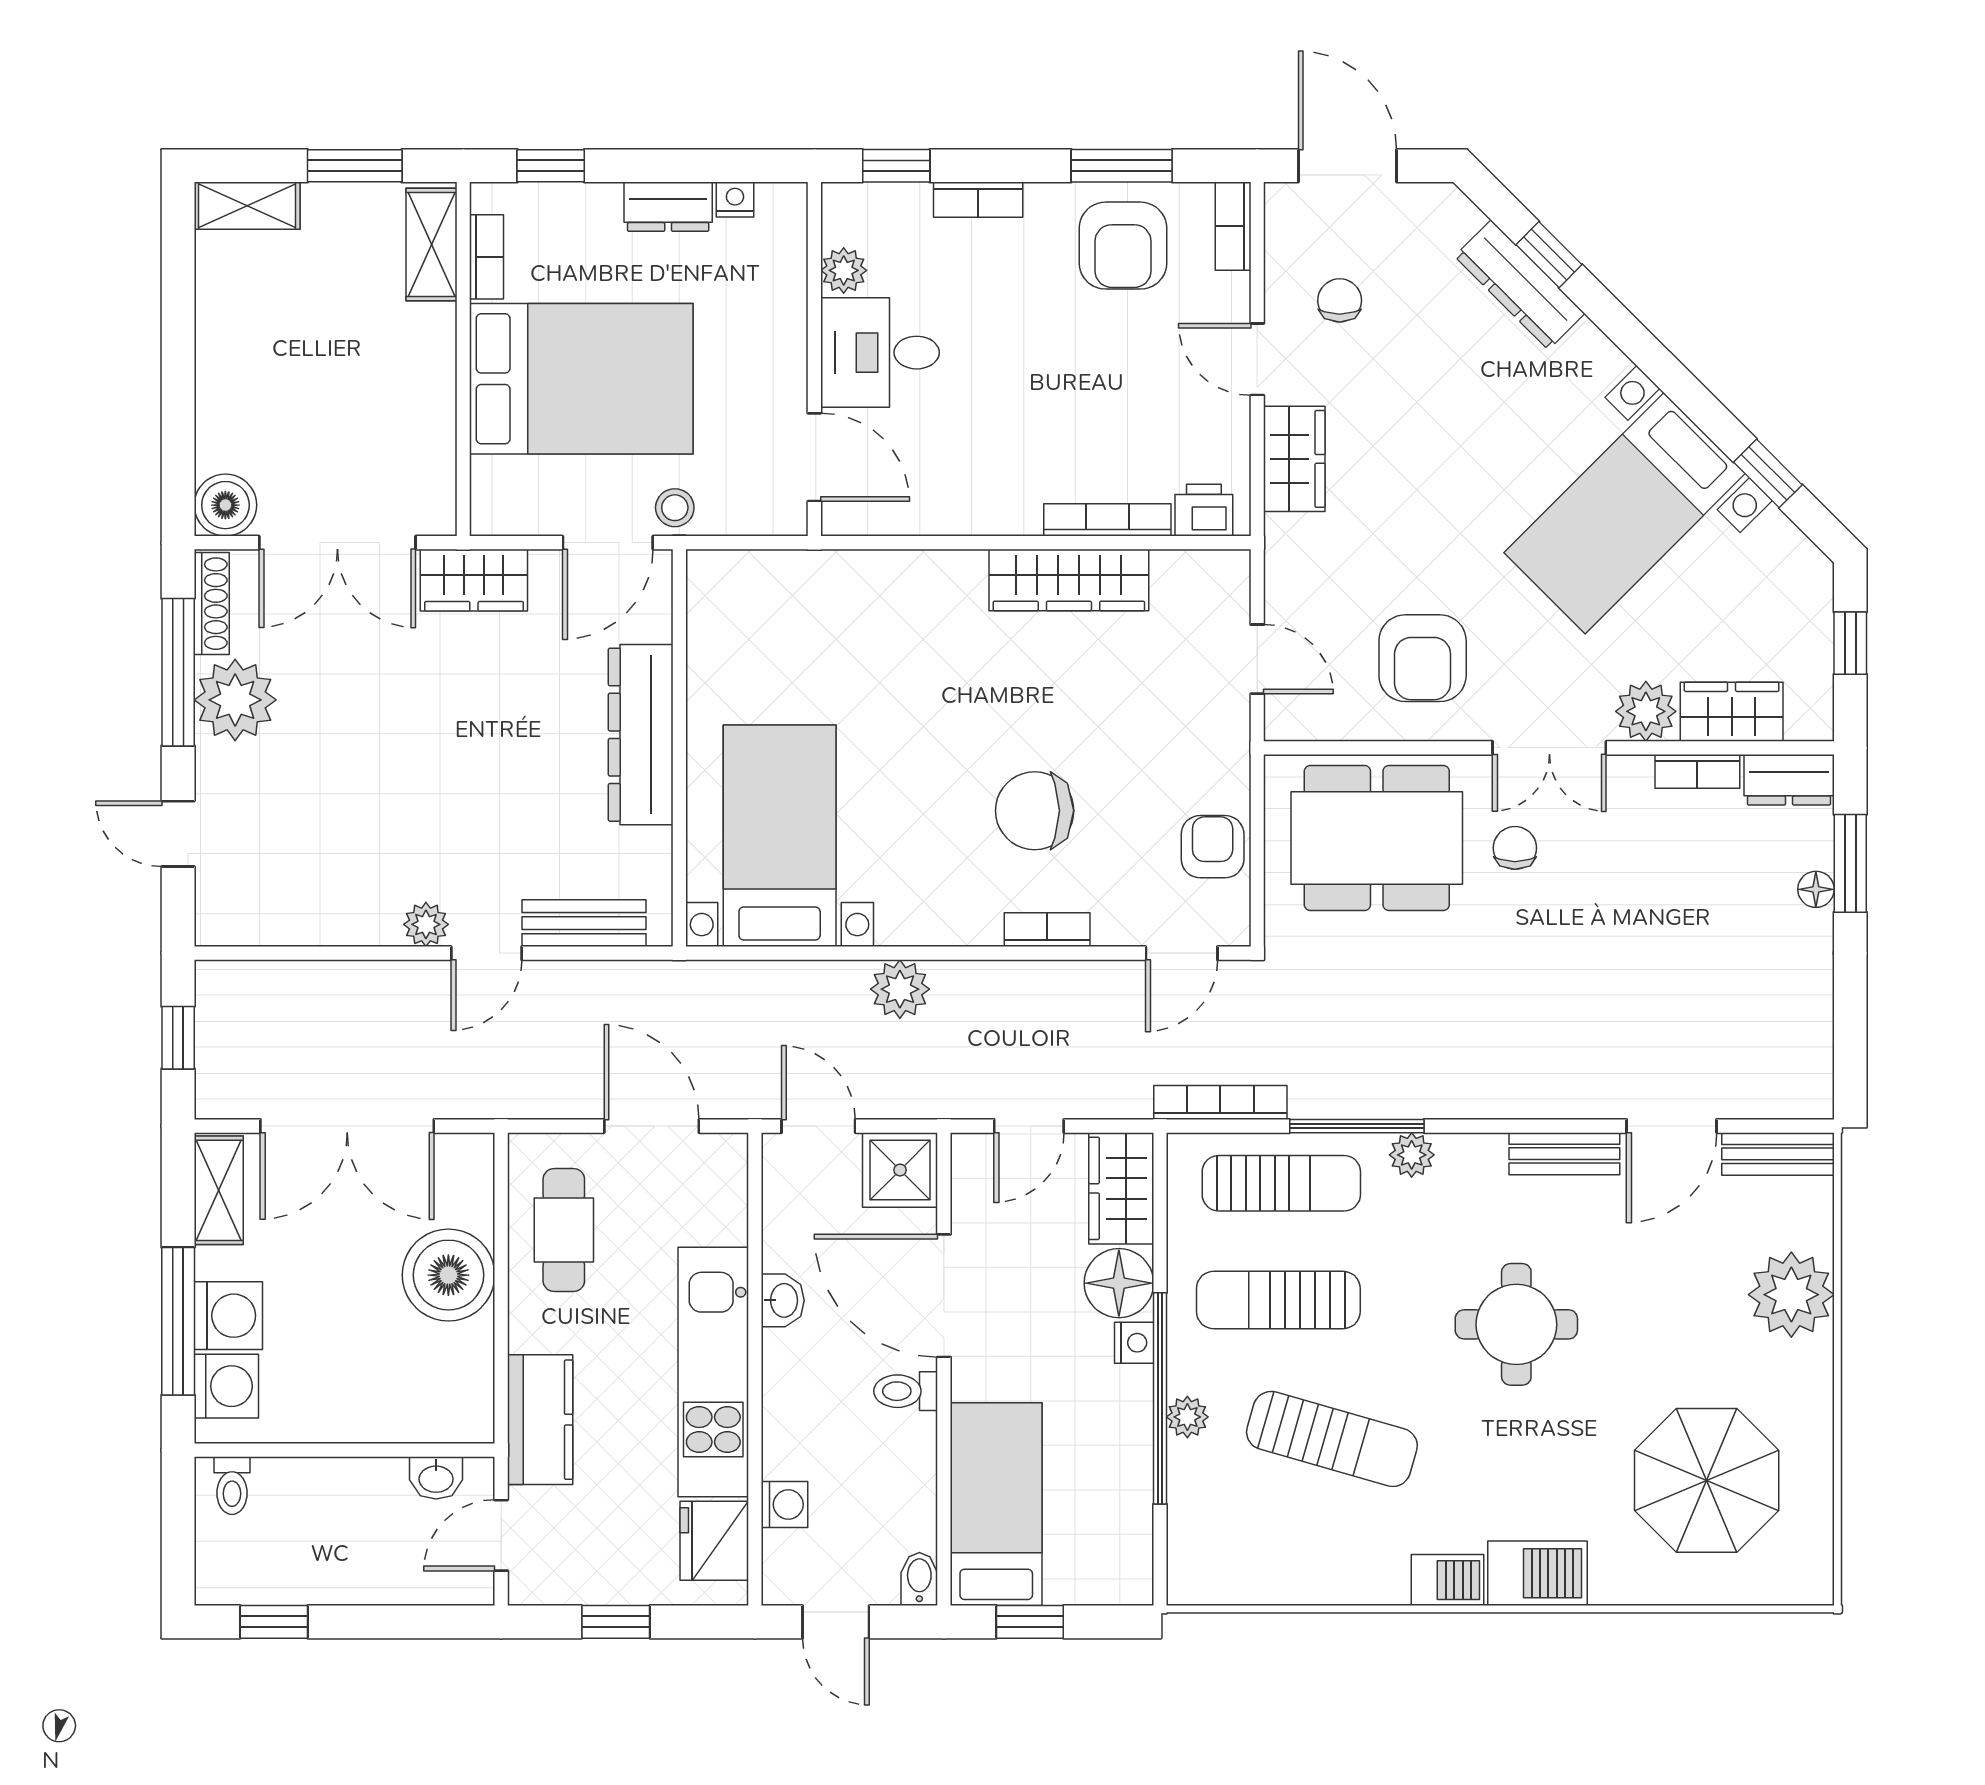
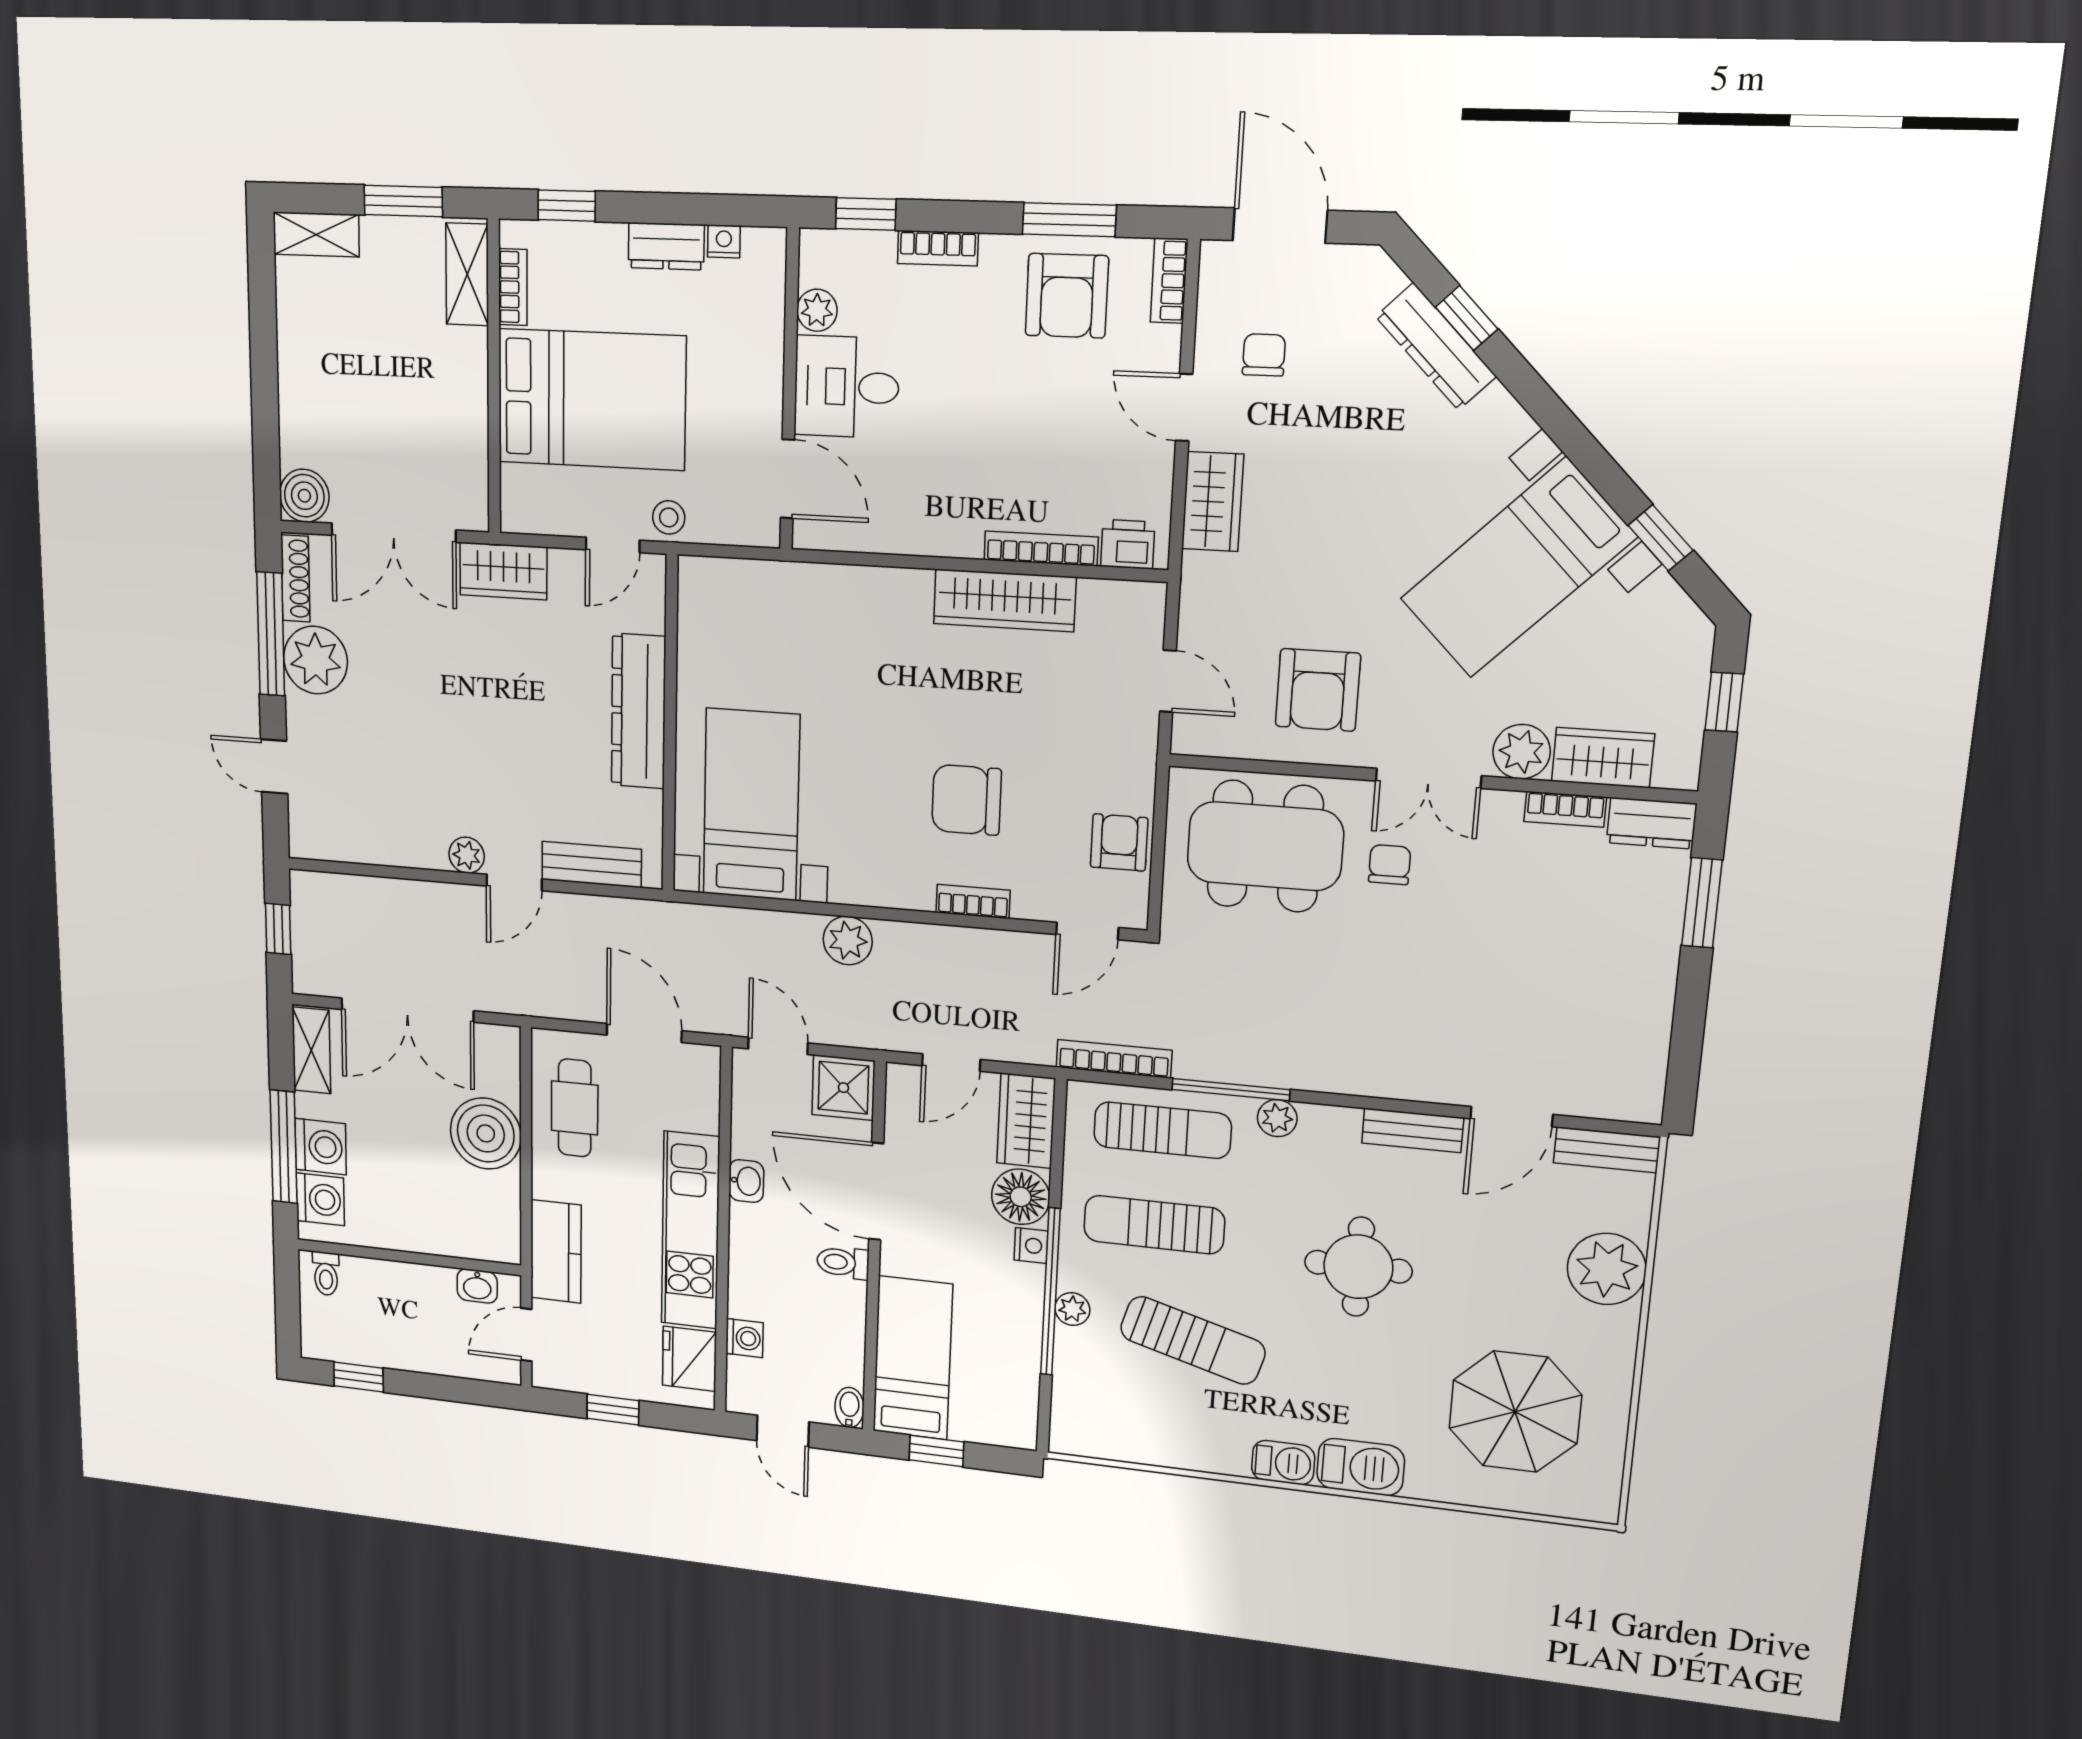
door: (608, 543) -> (613, 545), width x0.73
floor lamp: (1816, 889) -> (1667, 923), removed

